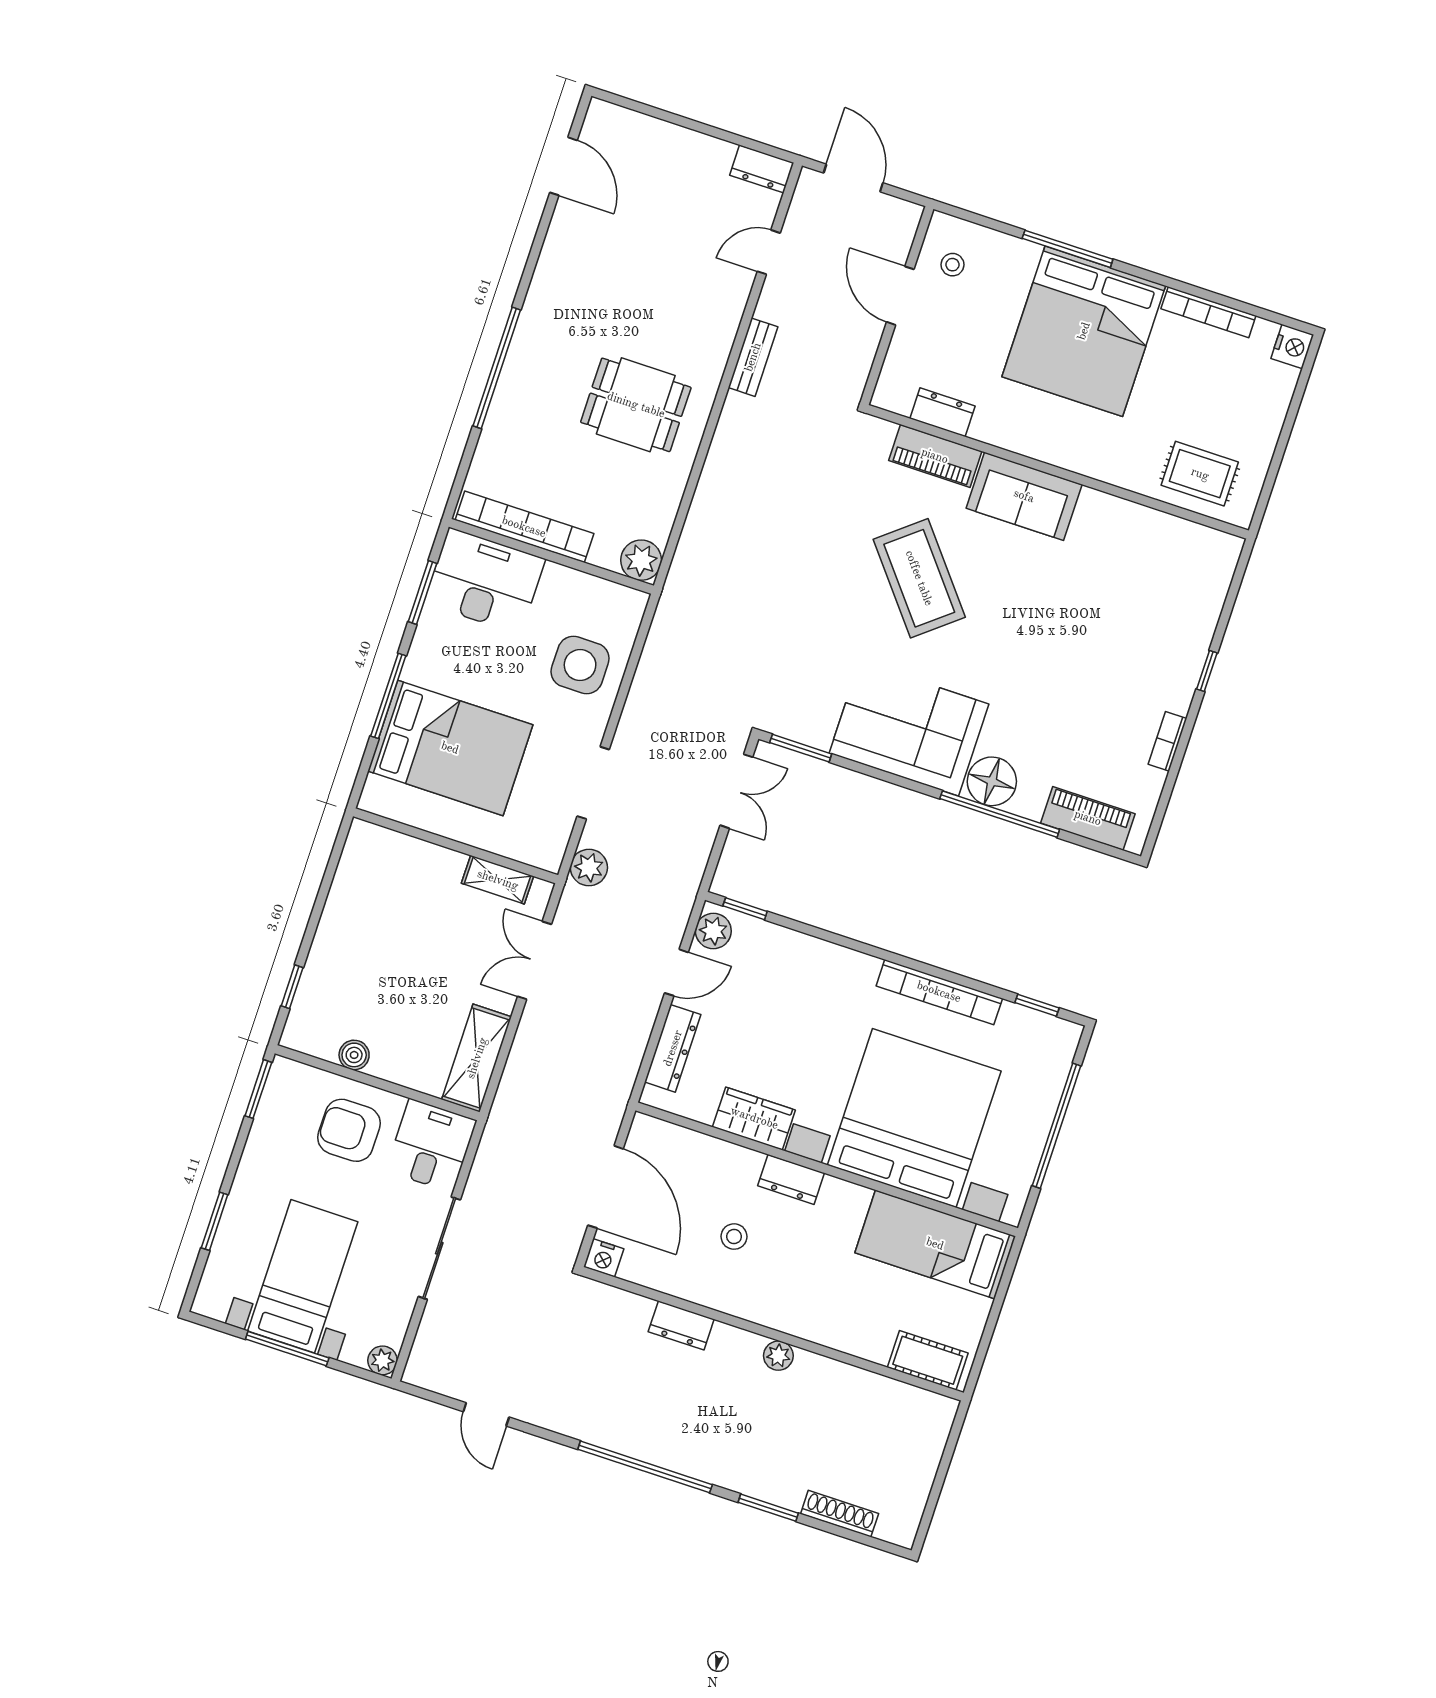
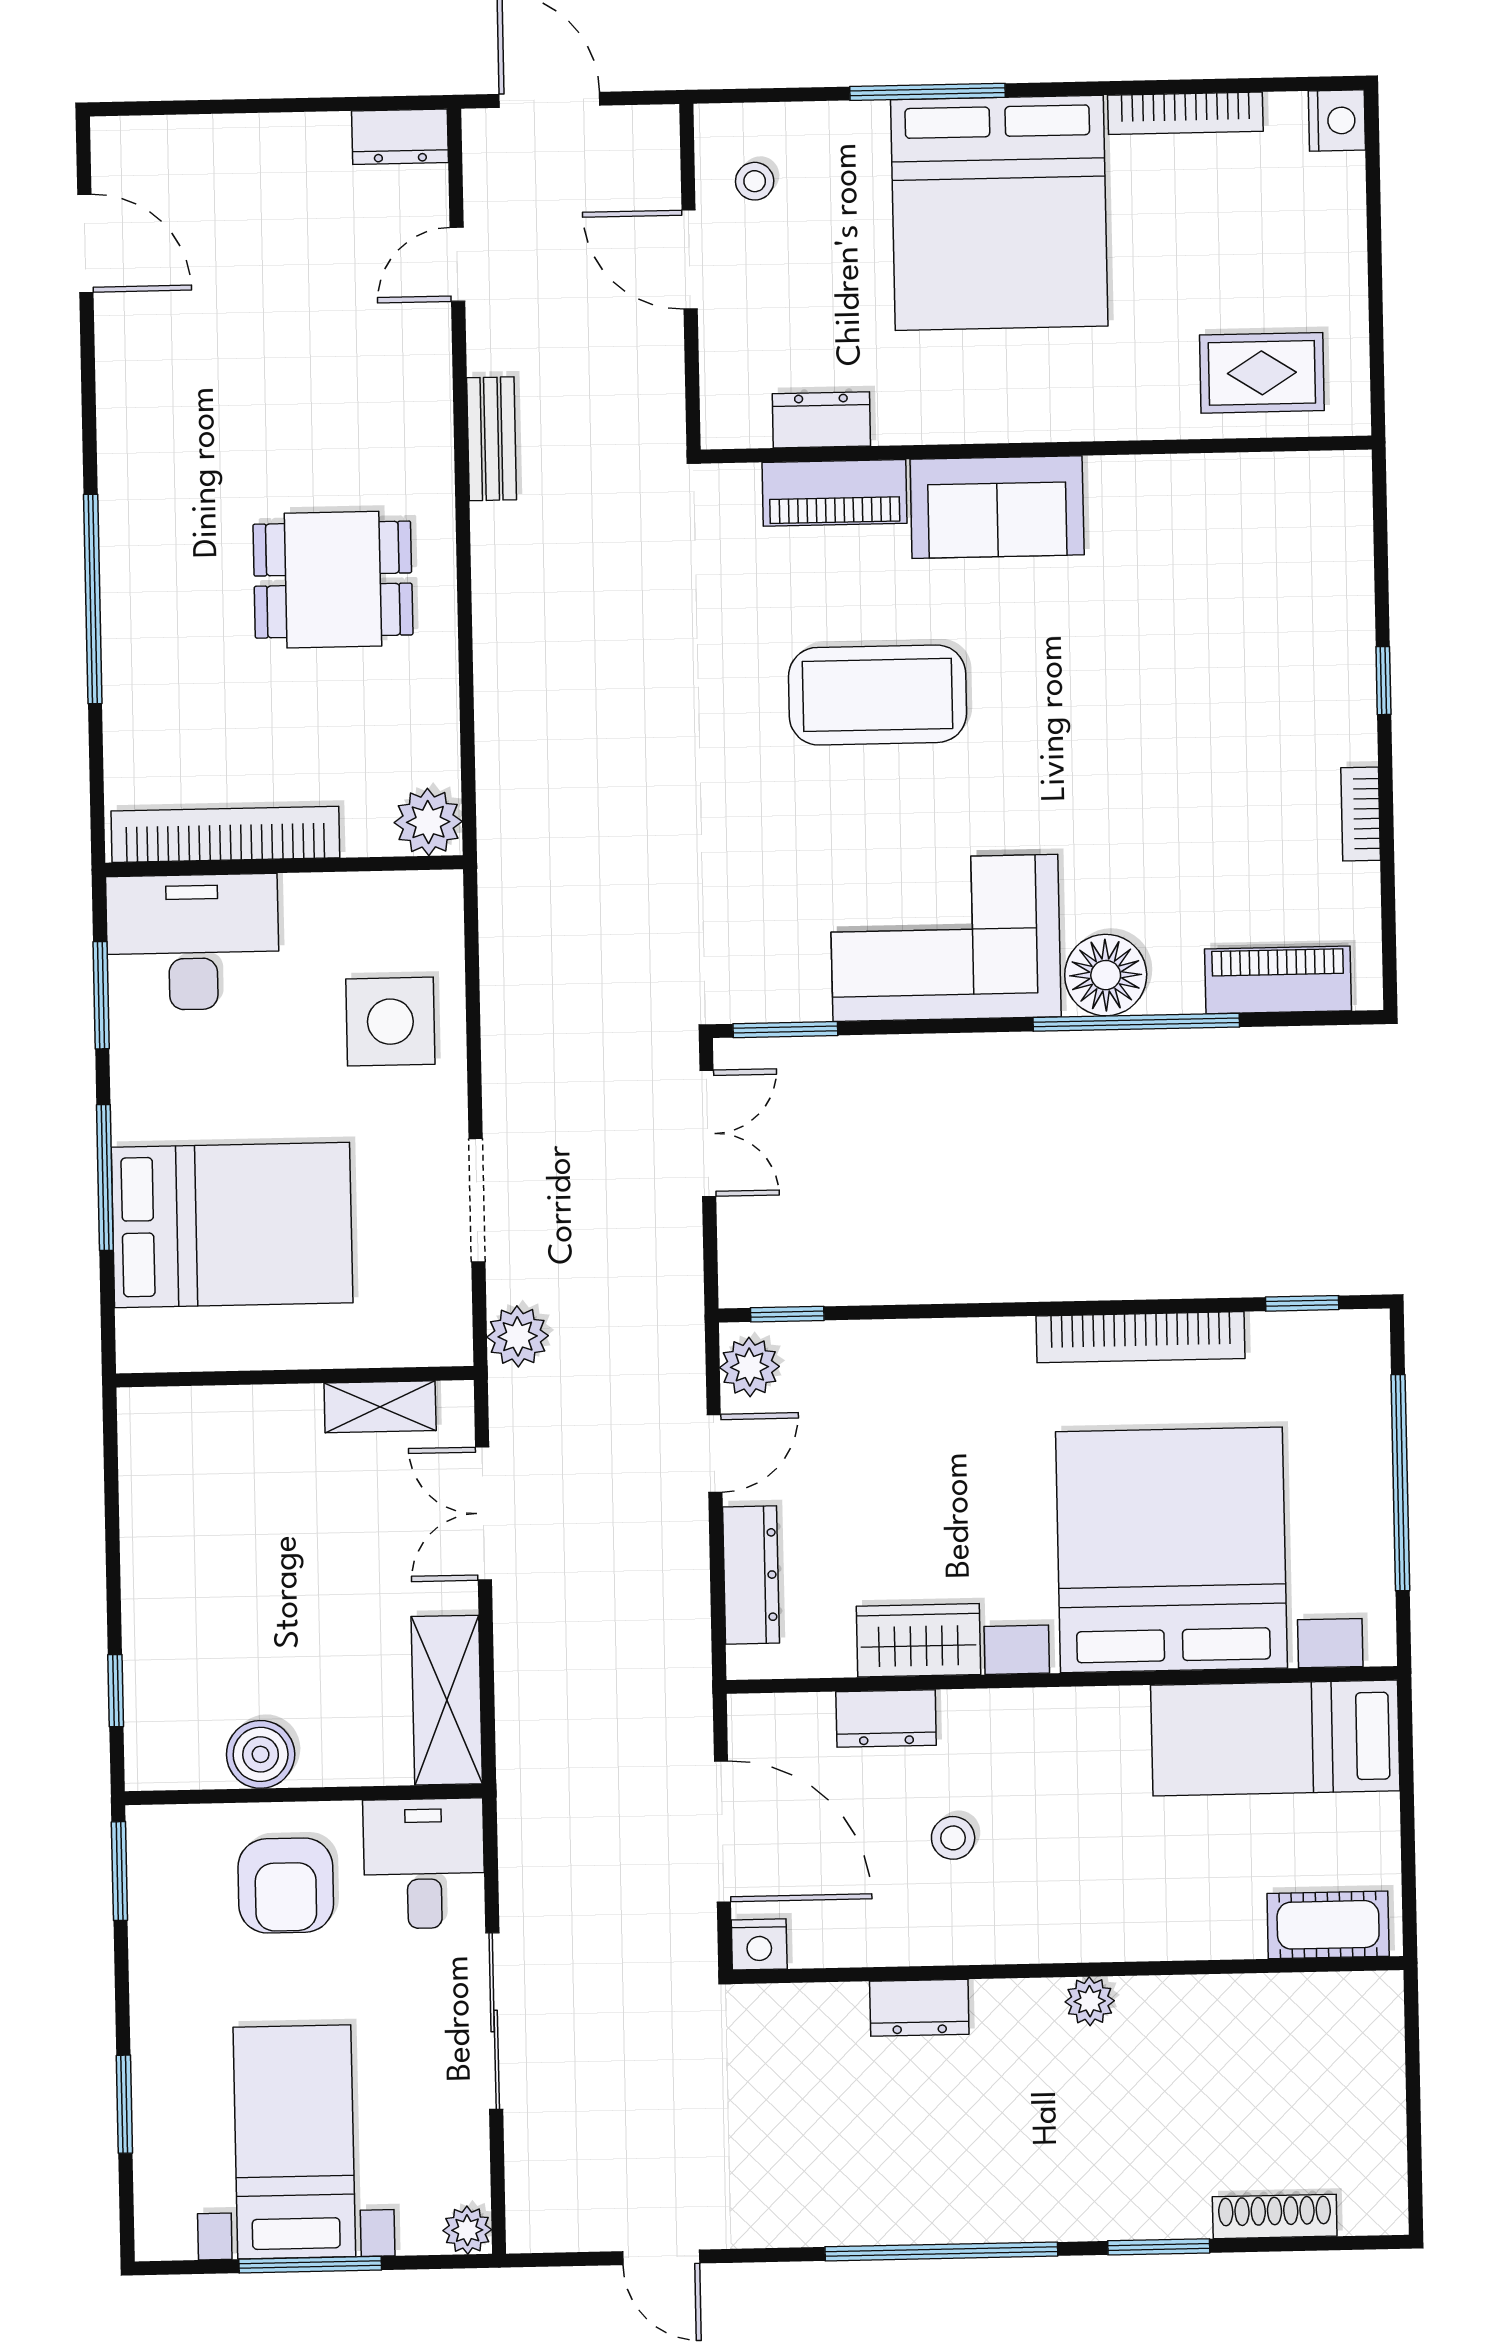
coffee table: (919, 578) -> (877, 695), turned -51
boiler: (354, 1055) -> (261, 1754), width x1.36, depth x1.36
armchair: (349, 1130) -> (286, 1885), turned -90
dresser: (791, 1179) -> (886, 1718), moved

